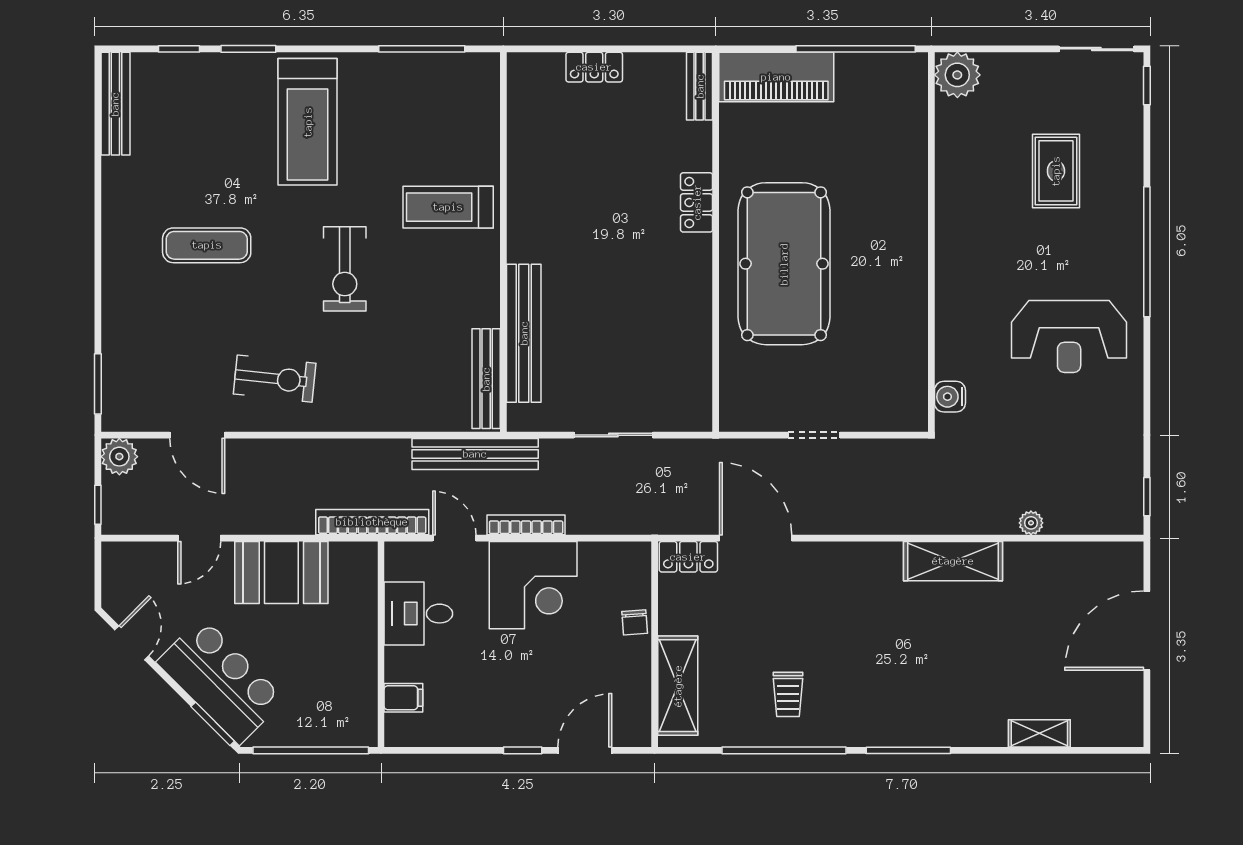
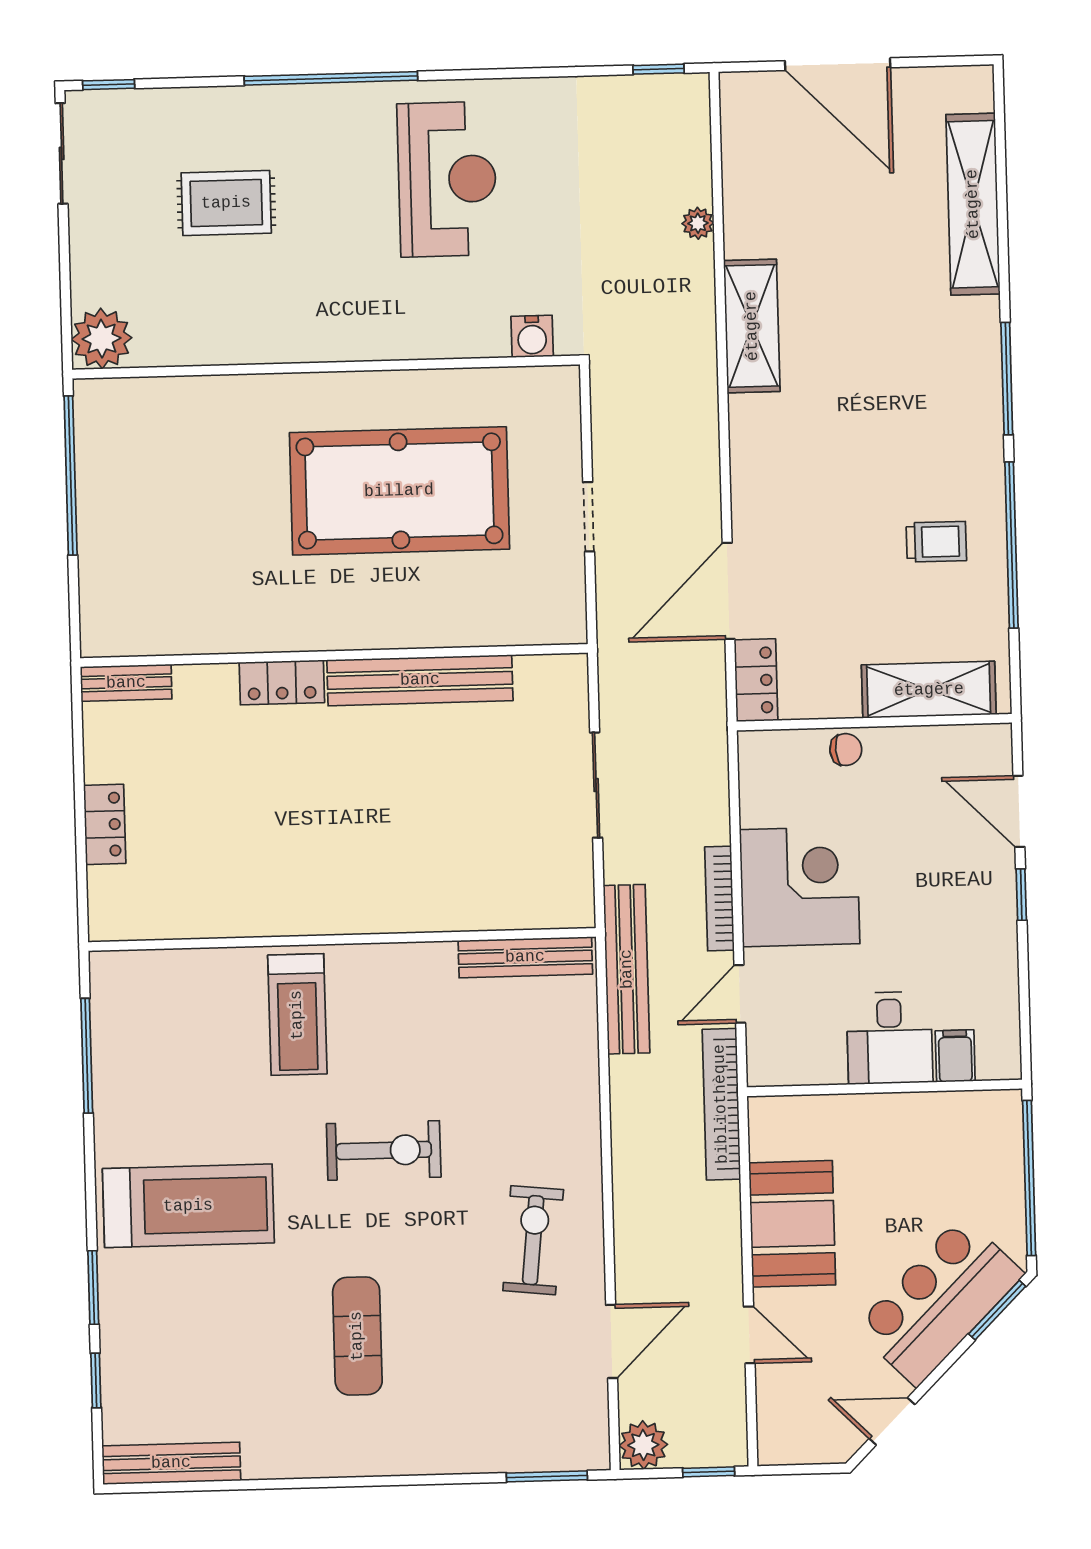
piano: (776, 77) -> (111, 581), removed
pool table: (784, 264) -> (399, 491), moved
bench: (524, 333) -> (420, 680), moved
desk: (418, 614) -> (890, 1038), moved
shelving: (1039, 733) -> (973, 204), width x2.20, depth x1.33

